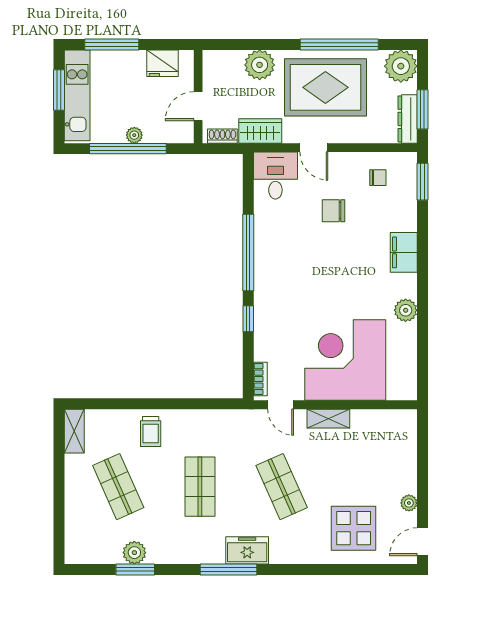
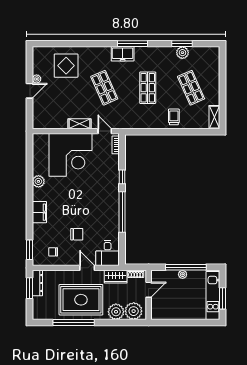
window: (112, 44) -> (194, 323), removed
fridge: (163, 63) -> (168, 313), removed
plant: (401, 66) -> (134, 311), moved
door: (422, 542) -> (29, 91), moved

